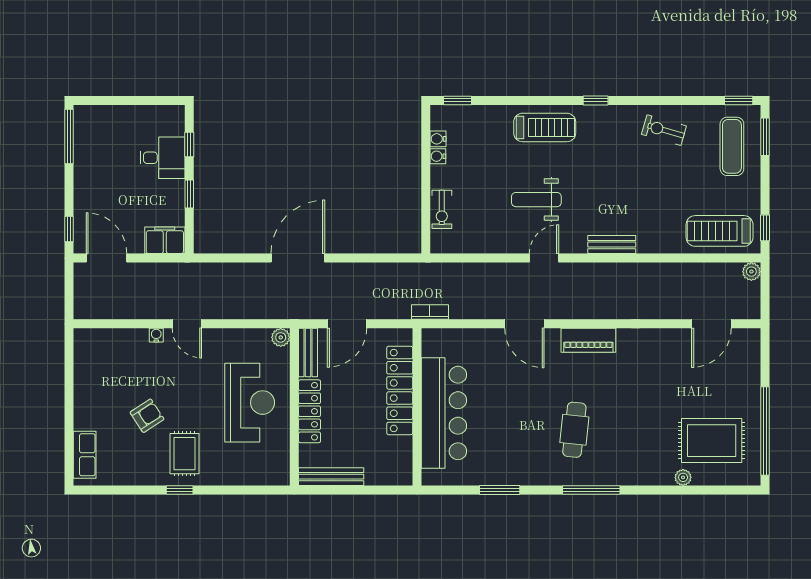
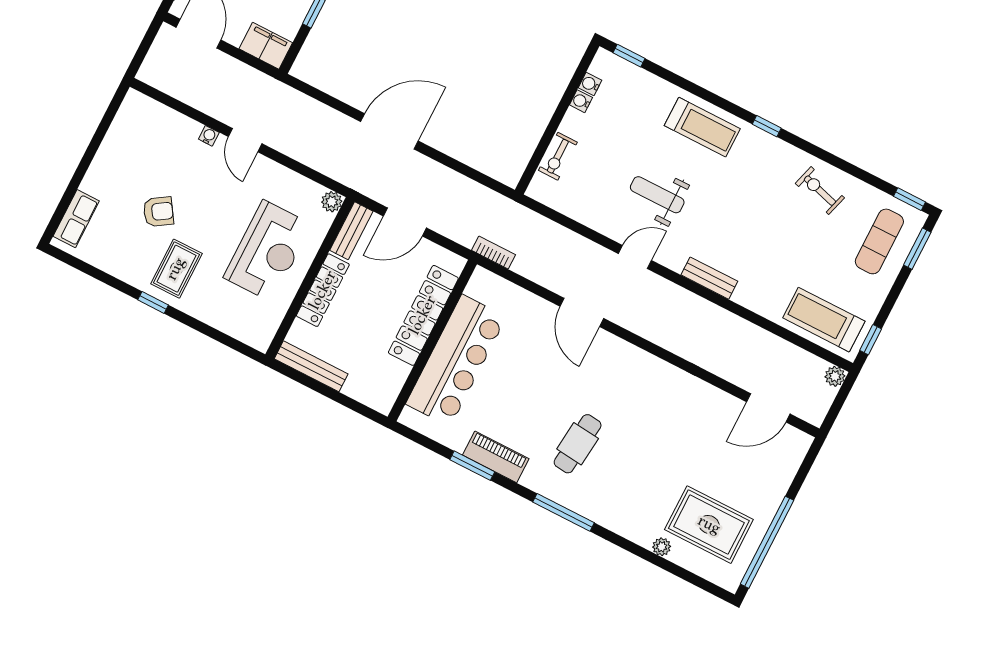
piano: (588, 340) -> (496, 457), moved, turned 180

